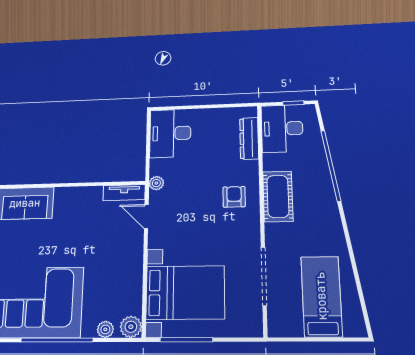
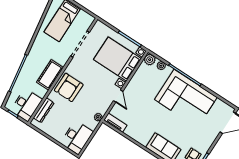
armchair: (234, 197) -> (69, 87), width x1.88, depth x1.88
door: (146, 216) -> (118, 96), moved

